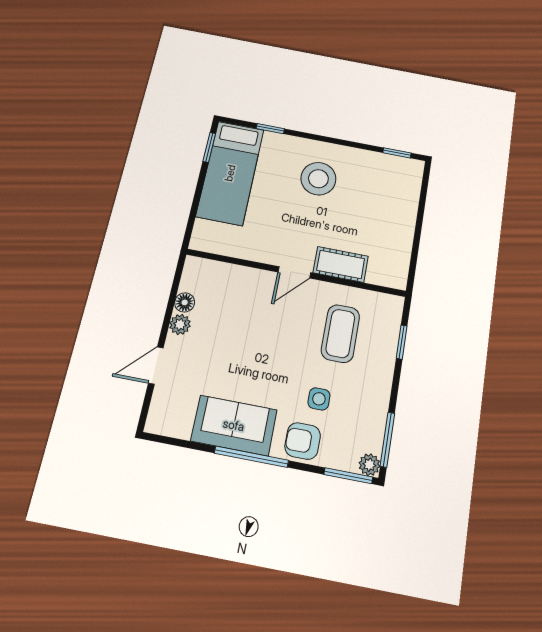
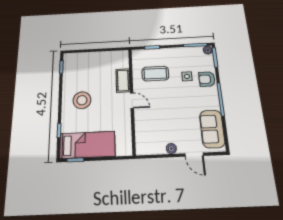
floor lamp: (185, 302) -> (160, 149), removed
sofa: (234, 425) -> (212, 129), moved
armchair: (303, 441) -> (207, 79), turned 90

